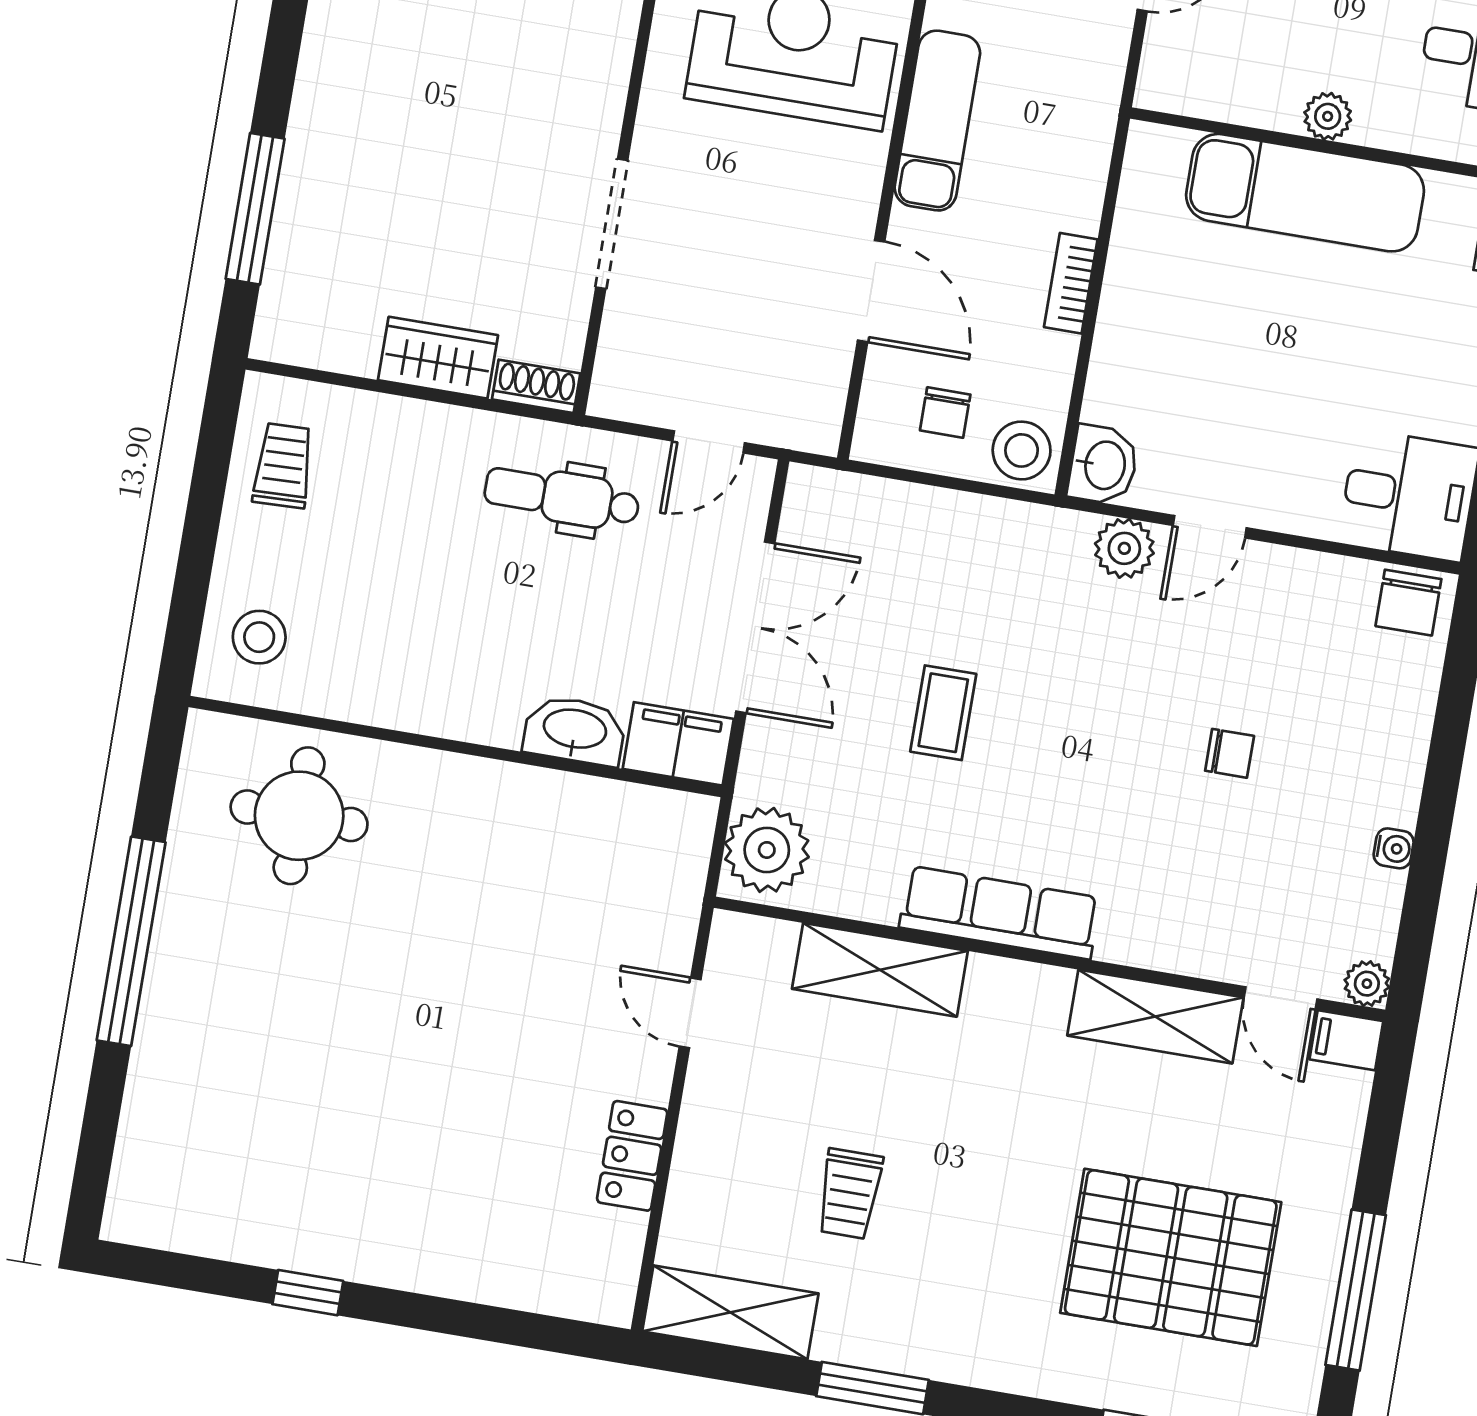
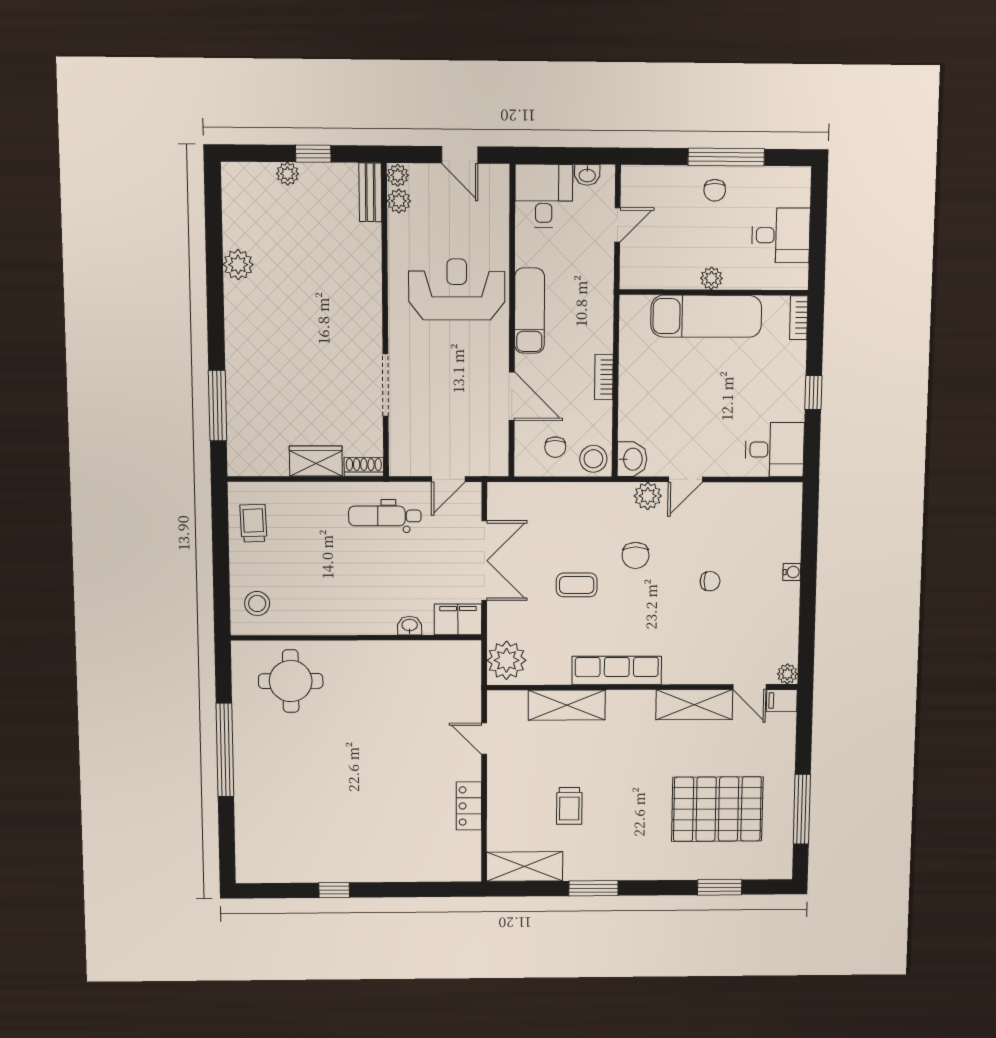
chair: (1408, 603) -> (636, 555), moved
coffee table: (943, 713) -> (577, 585), turned 90
washbasin: (575, 730) -> (410, 626), width x0.52, depth x0.69
water cooler: (1394, 848) -> (792, 572), moved

